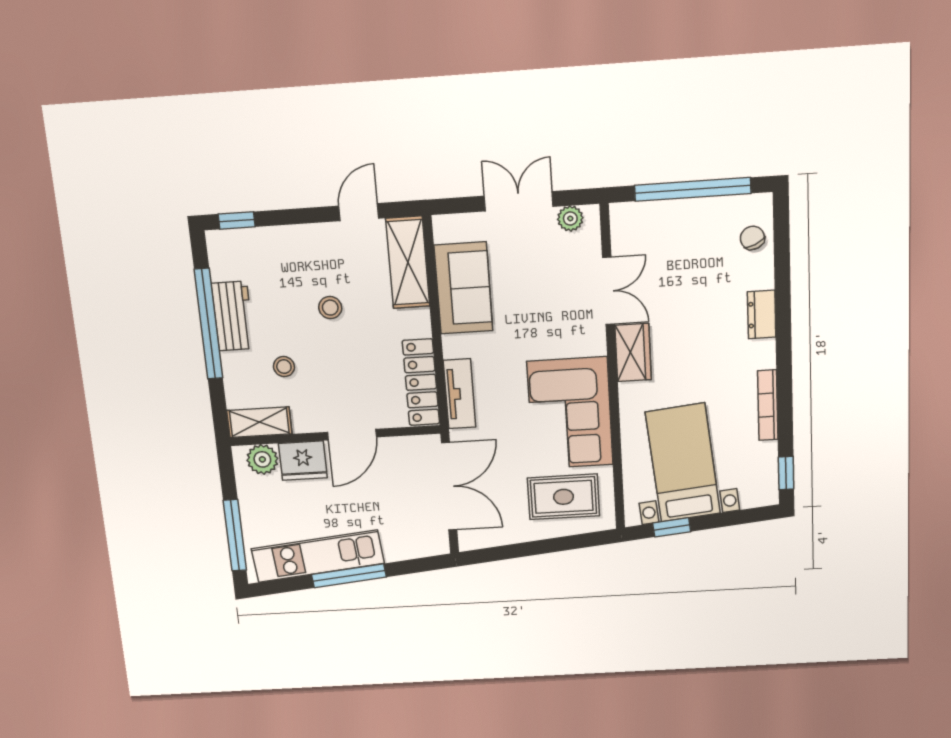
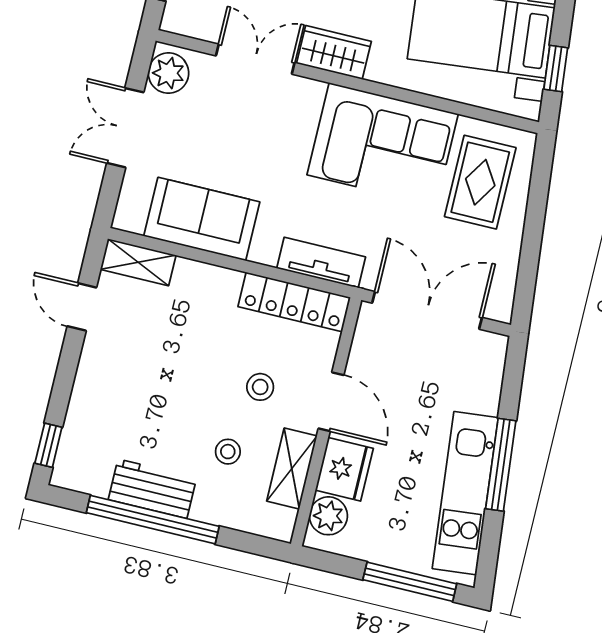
plant: (570, 218) -> (168, 73), width x1.38, depth x1.38
shelving: (408, 262) -> (138, 262), width x0.67, depth x0.75
stool: (330, 308) -> (260, 387), moved
shelving: (259, 422) -> (292, 469), moved

